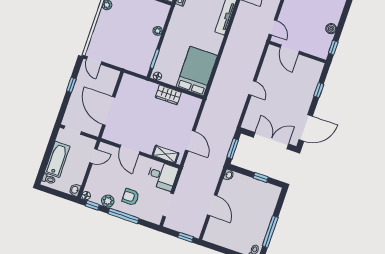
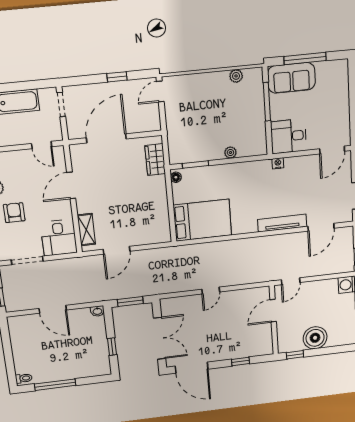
boiler: (331, 29) -> (315, 338), width x1.86, depth x1.86
wardrobe: (168, 95) -> (155, 160), moved
door: (212, 205) -> (53, 309), hinge flipped

